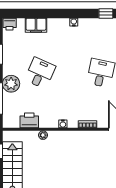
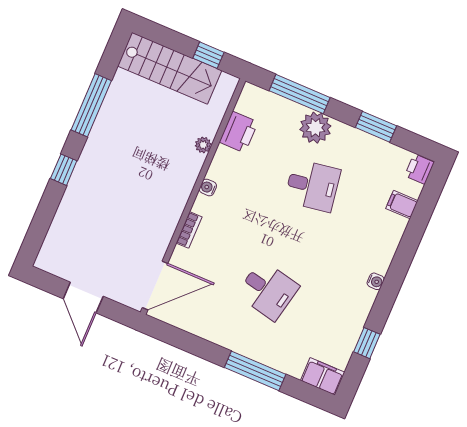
filing cabinet: (36, 25) -> (402, 205), width x0.50
desk: (40, 73) -> (312, 186), turned -33

